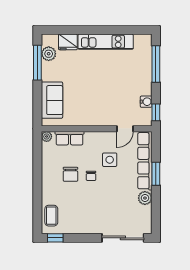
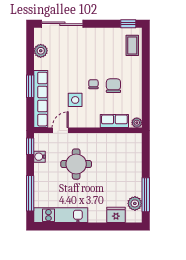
kitchen unit: (106, 42) -> (61, 215), moved
round table: (109, 94) -> (76, 164), added
sofa: (52, 100) -> (132, 158), removed
plant: (145, 198) -> (41, 51), moved

